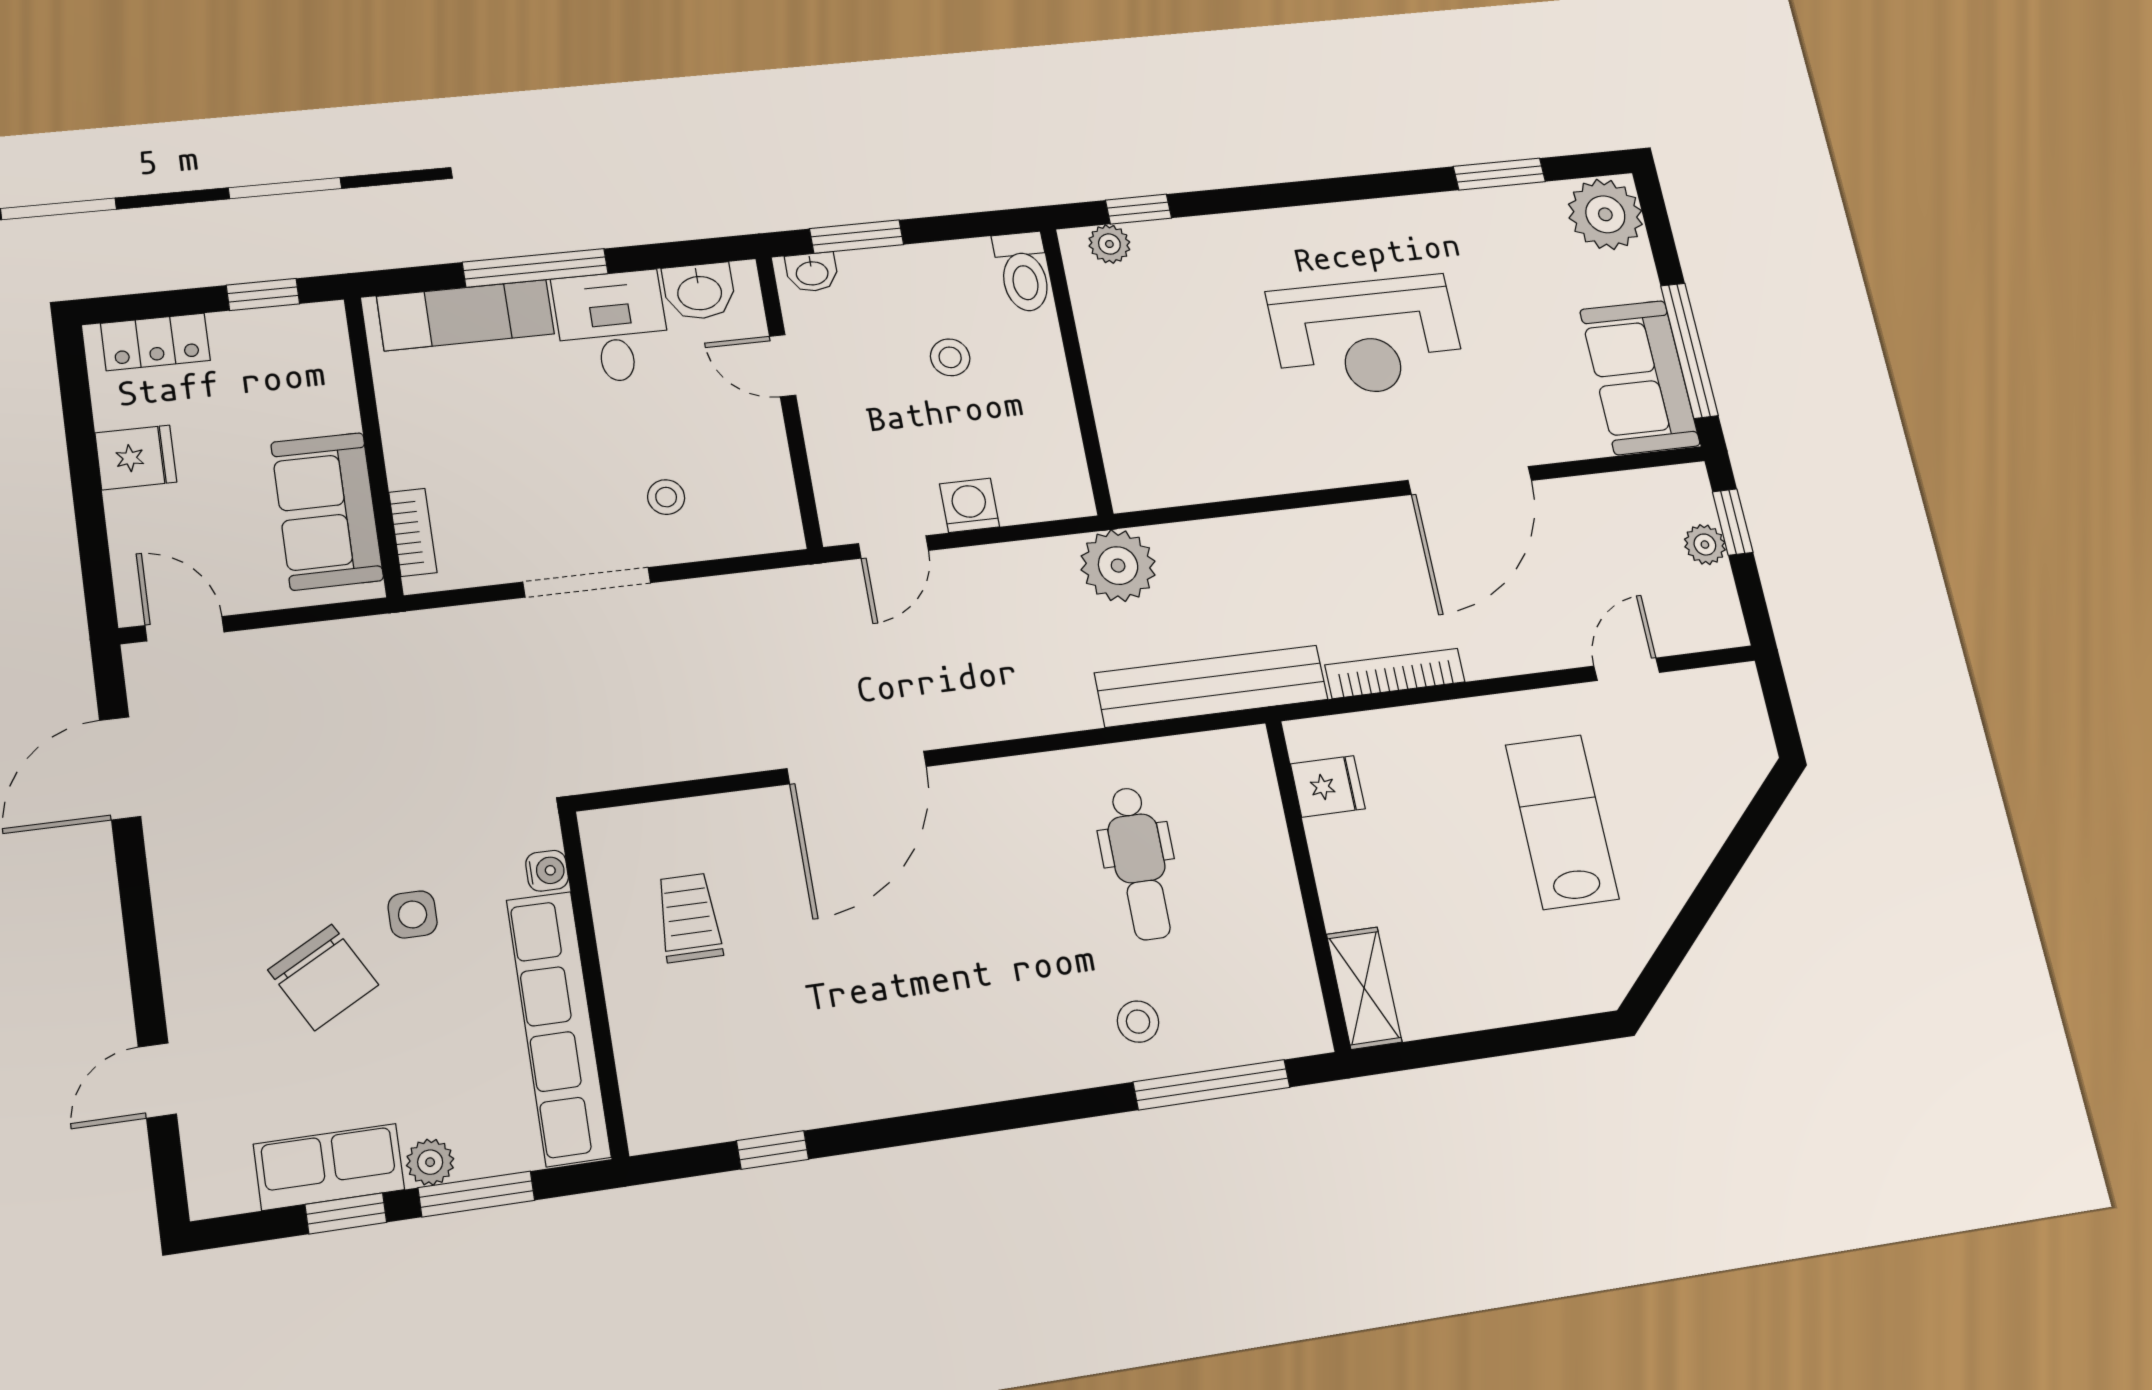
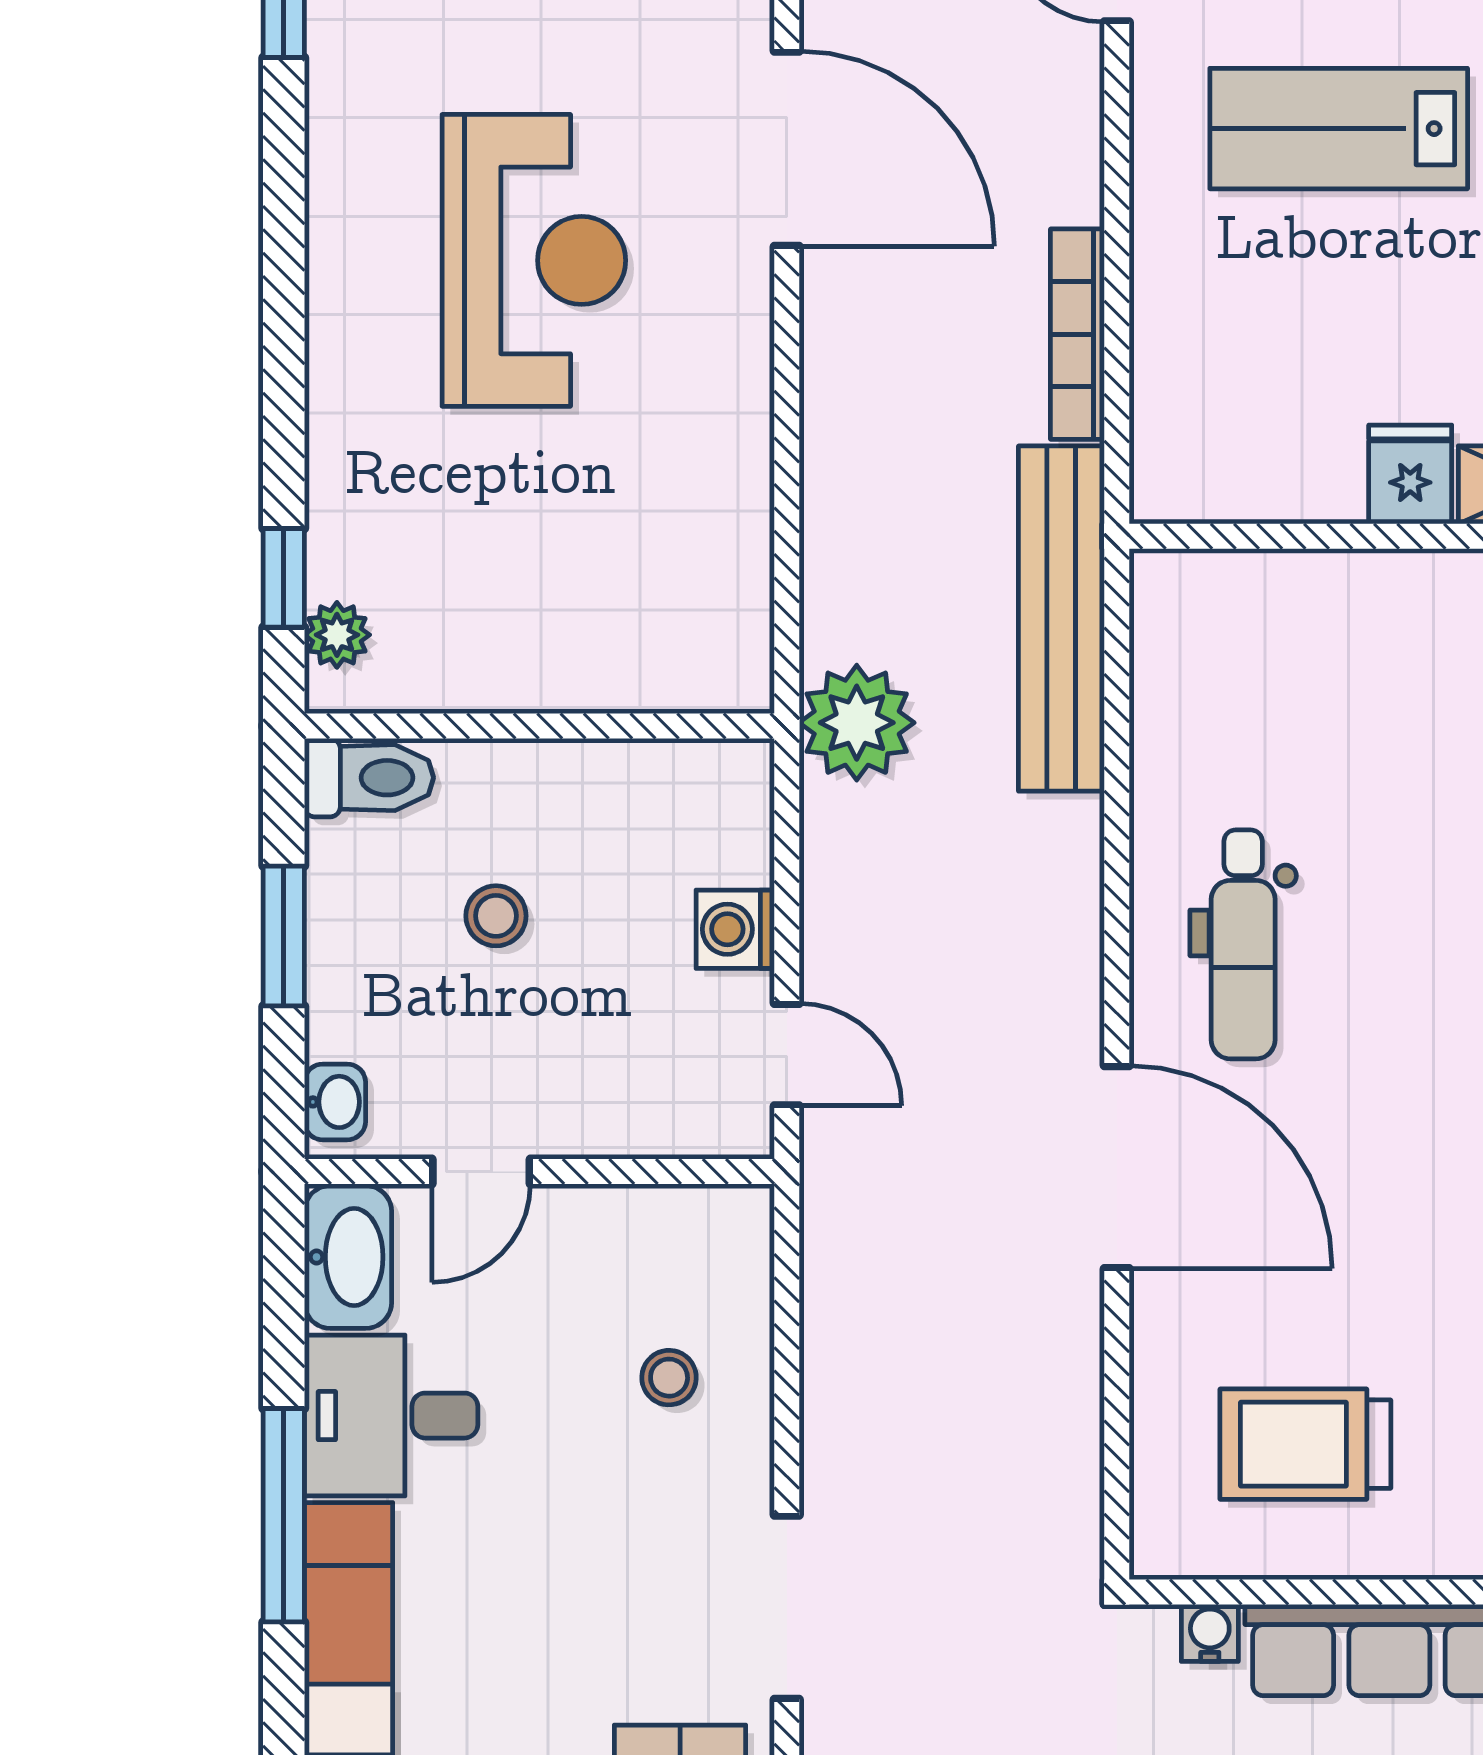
window: (857, 237) -> (284, 936), moved
washbasin: (699, 291) -> (348, 1257), width x1.38
doorway: (587, 582) -> (787, 1607), moved
fridge: (1328, 786) -> (1410, 475), moved
dental chair: (1139, 863) -> (1243, 944), moved, turned 90
trolley: (689, 918) -> (1305, 1444), width x1.36, depth x1.39

